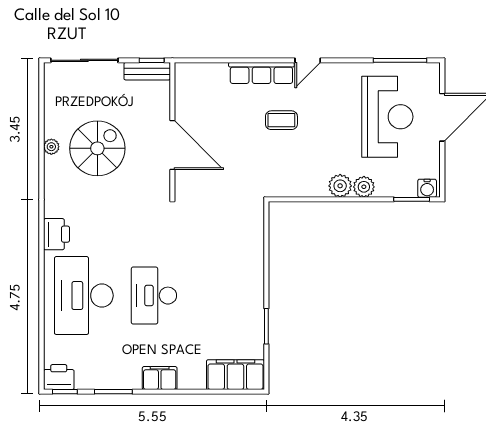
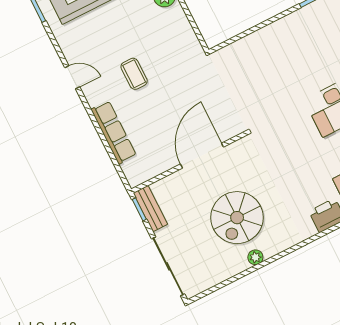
row of seats: (261, 73) -> (114, 132), moved
spiral stairs: (97, 148) -> (237, 218), turned -90

